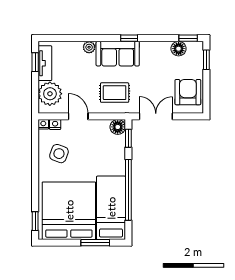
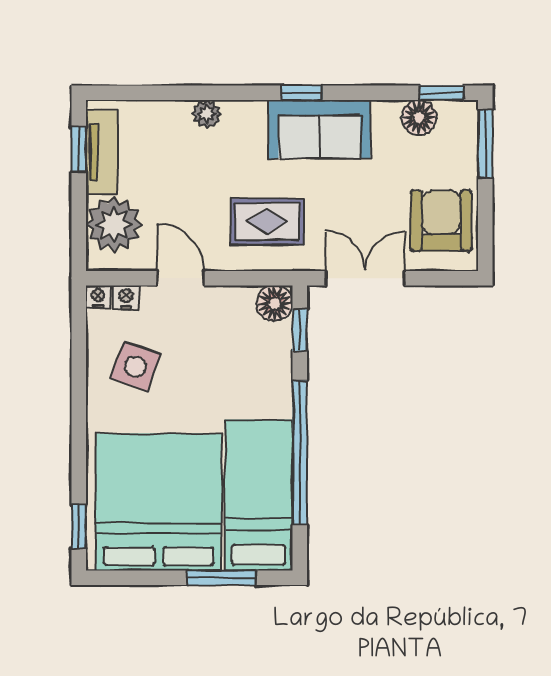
sofa: (118, 54) -> (319, 129), moved
window: (206, 60) -> (485, 144), width x1.50

